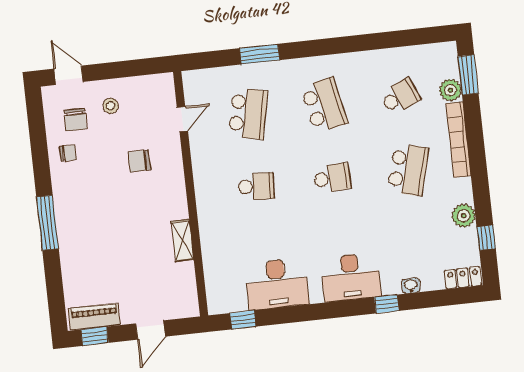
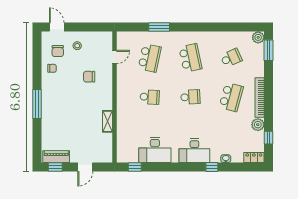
plant: (450, 90) -> (258, 37), moved
bookcase: (459, 140) -> (260, 98), moved

